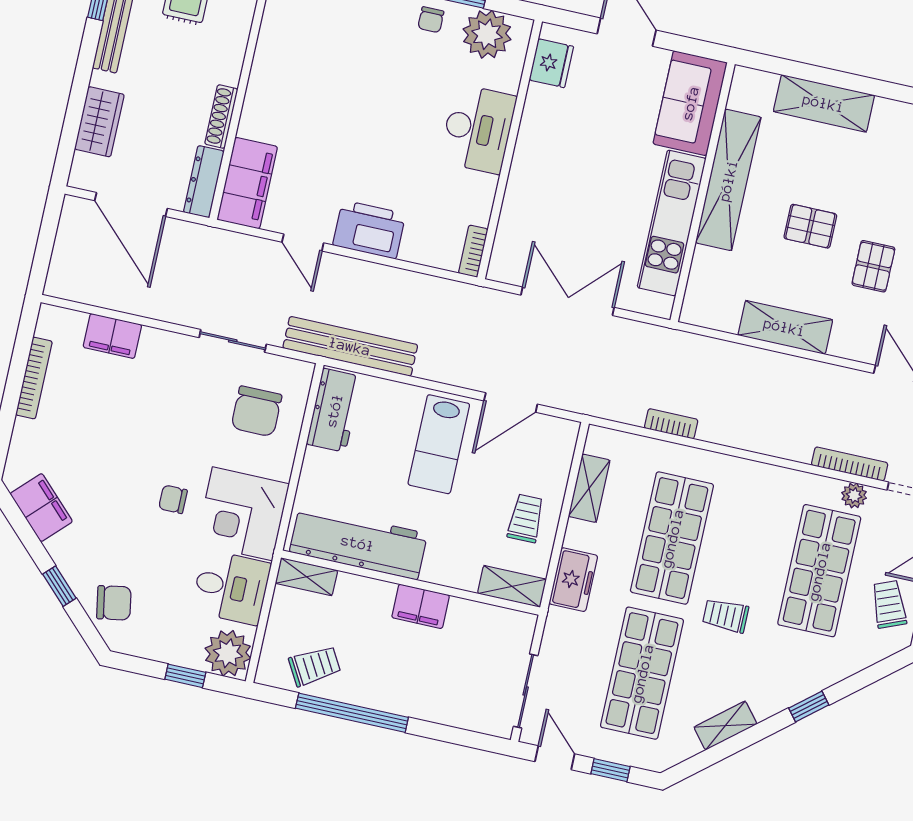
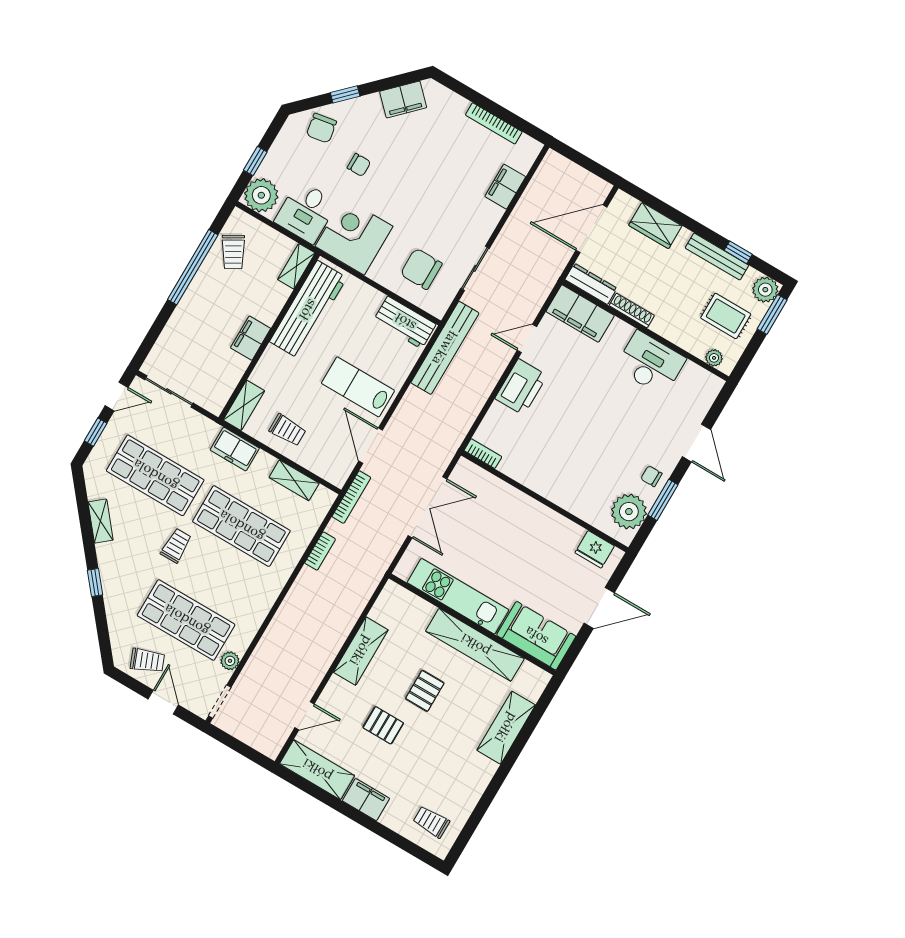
desk: (478, 129) -> (651, 363), moved, turned 180
bookcase: (850, 464) -> (351, 497), moved
chair: (173, 499) -> (359, 165), moved, turned 90

